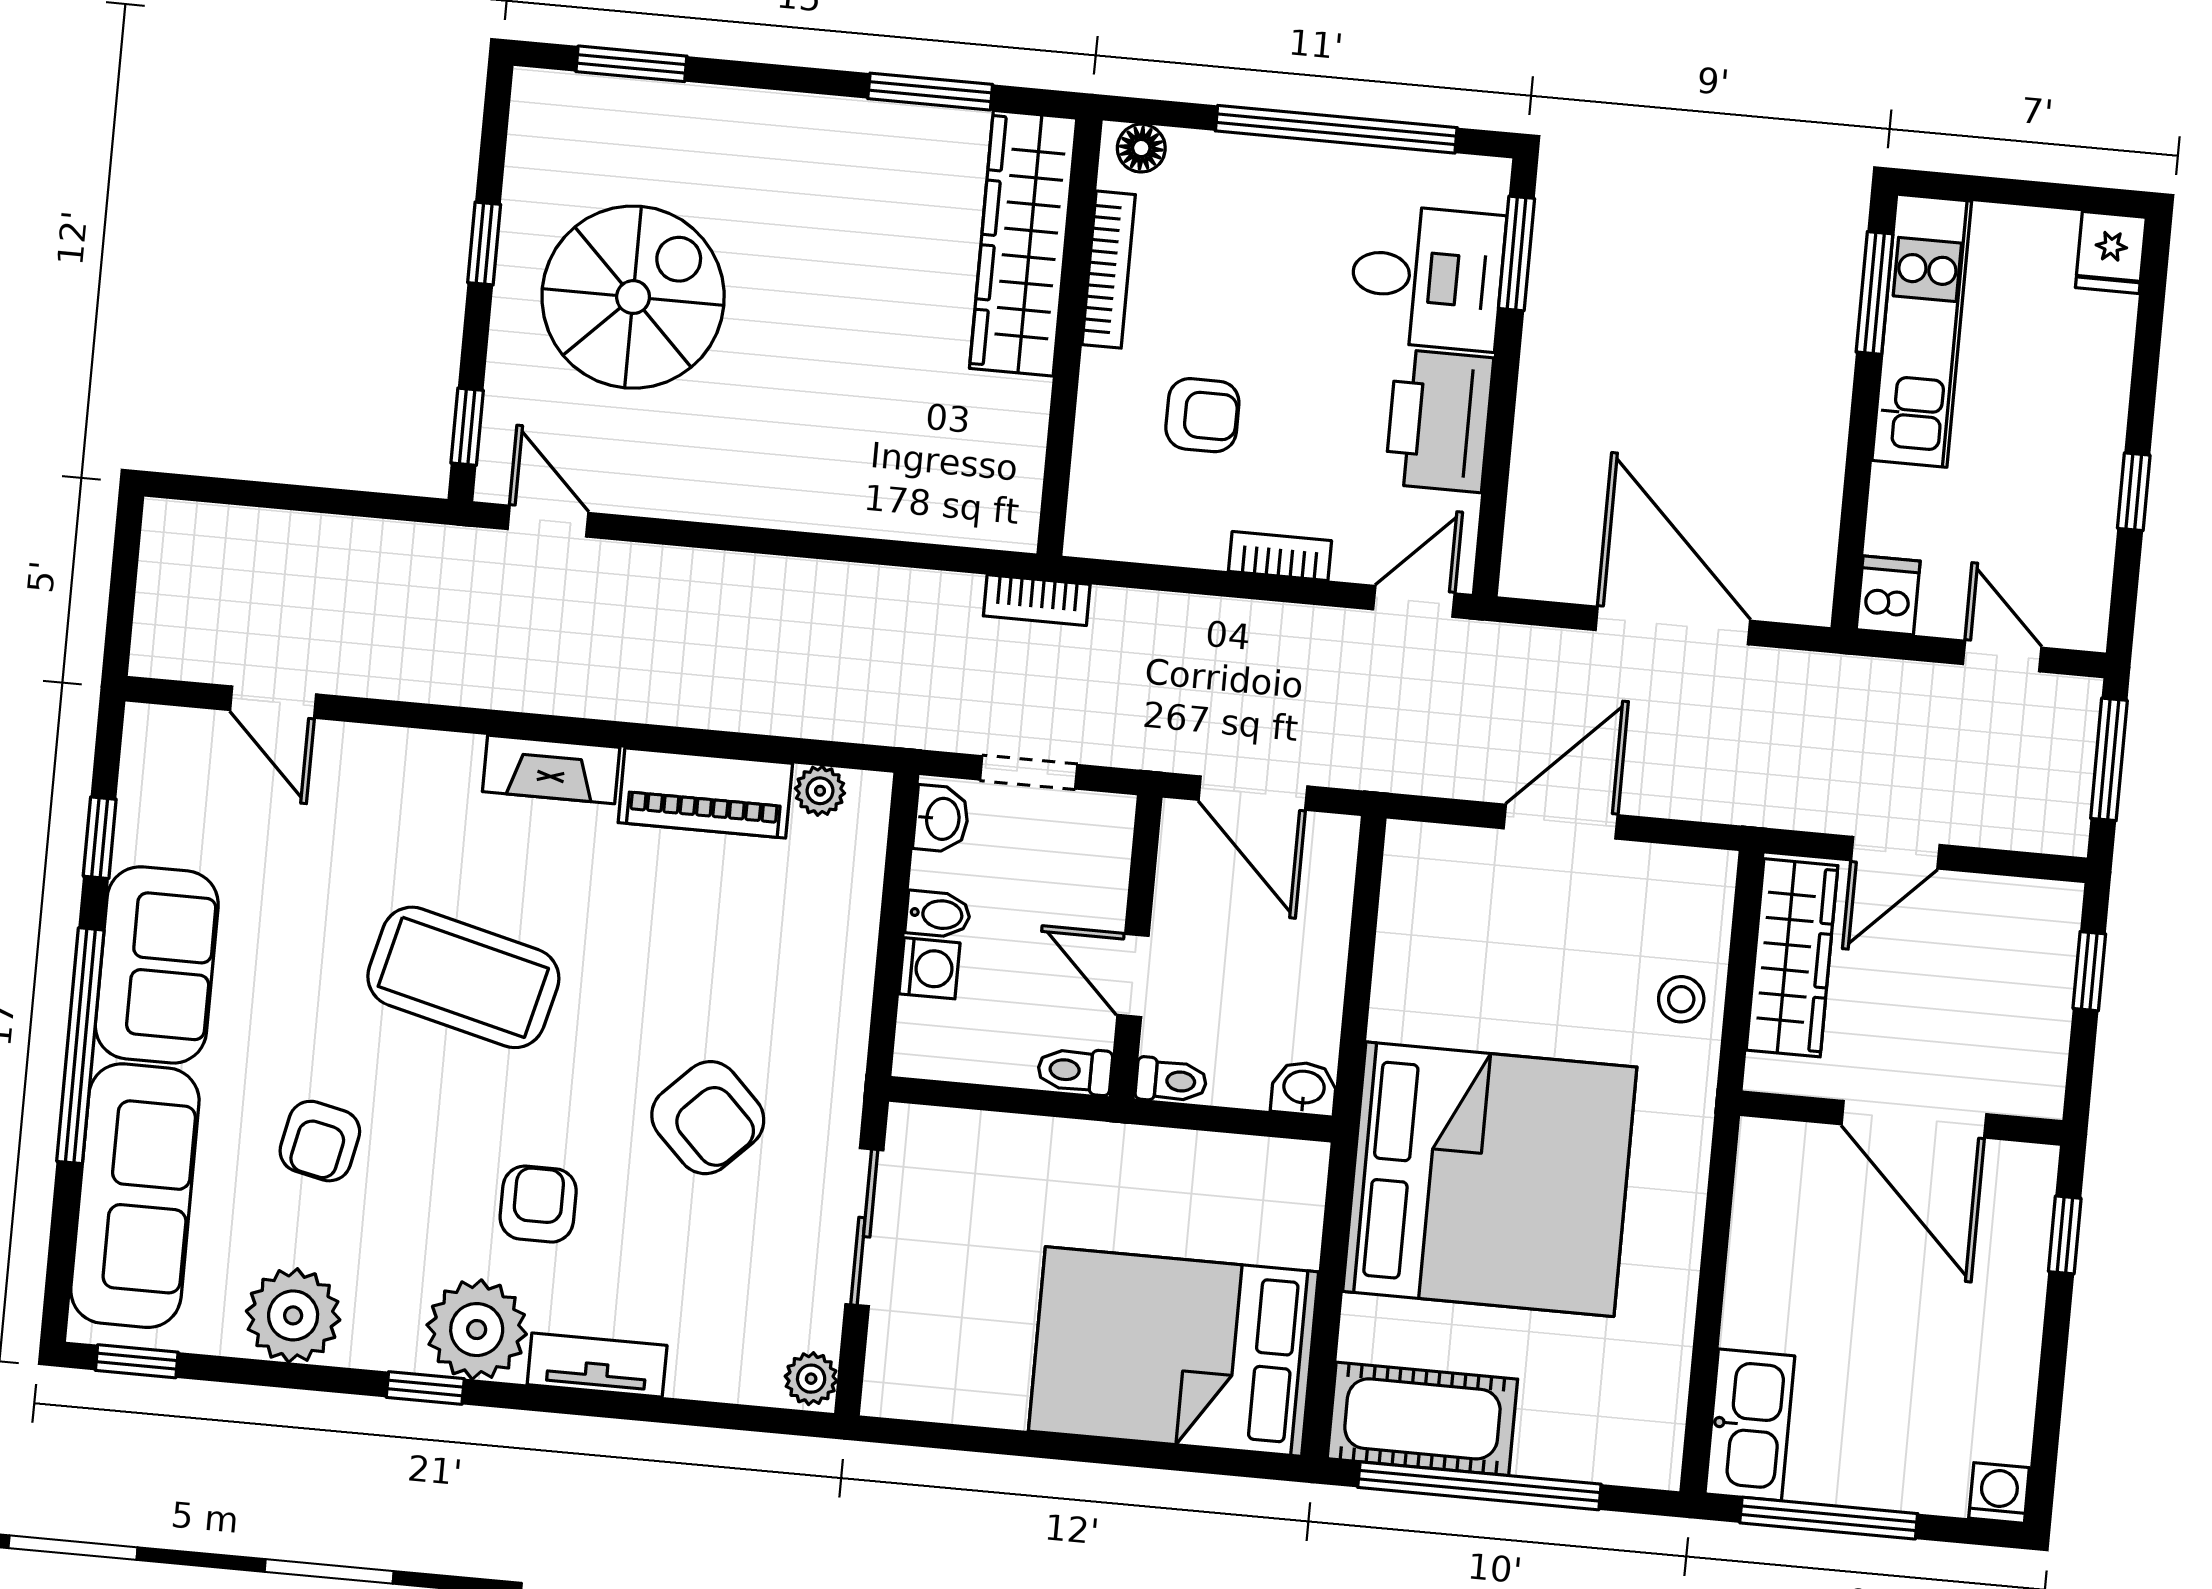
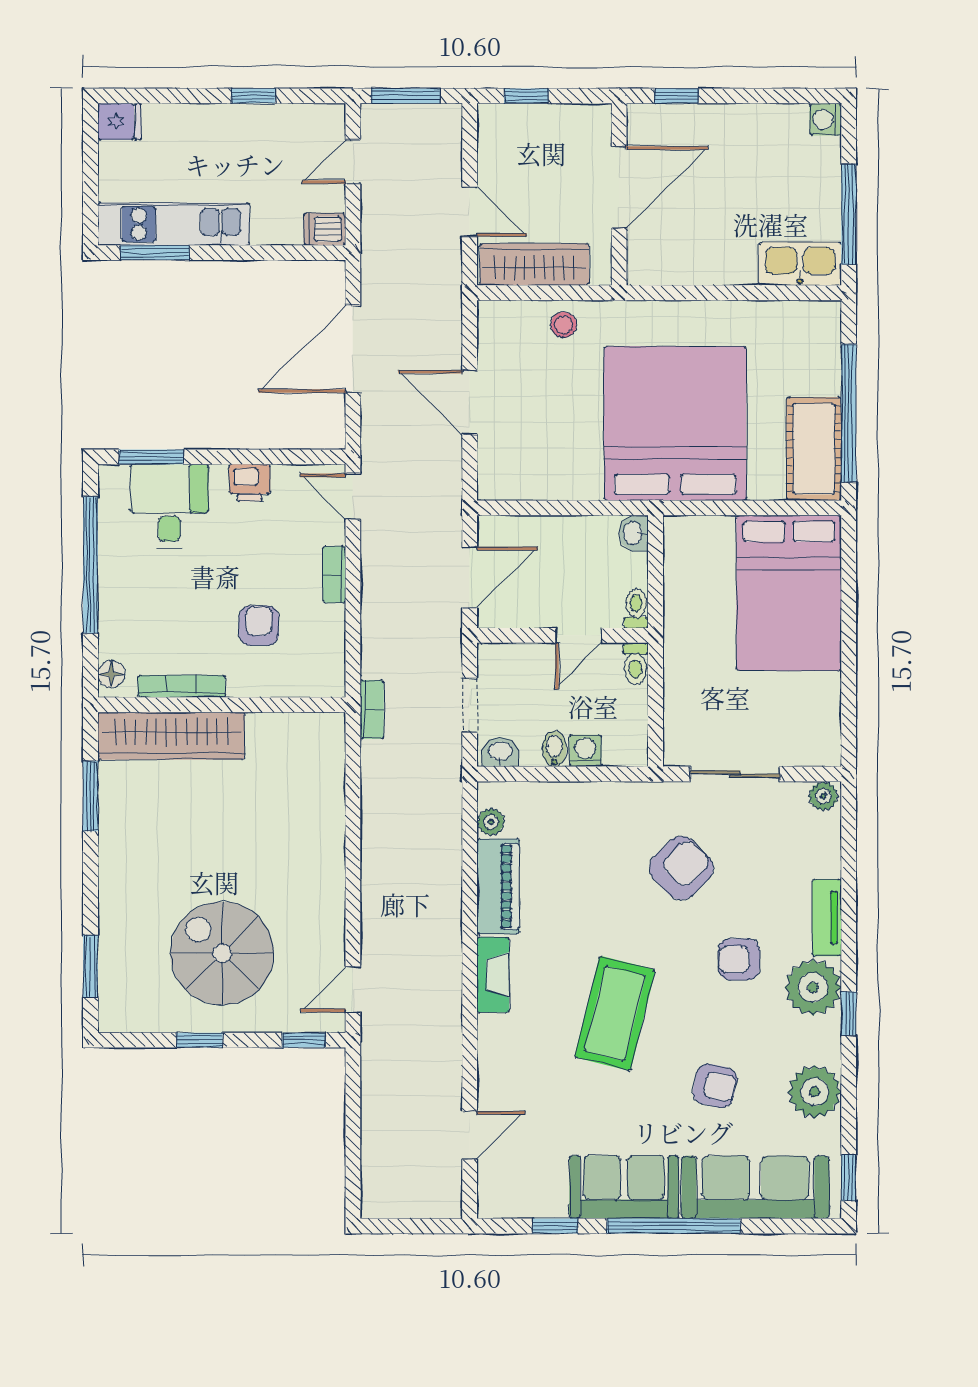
printer: (1439, 421) -> (250, 483), width x0.53, depth x0.68

